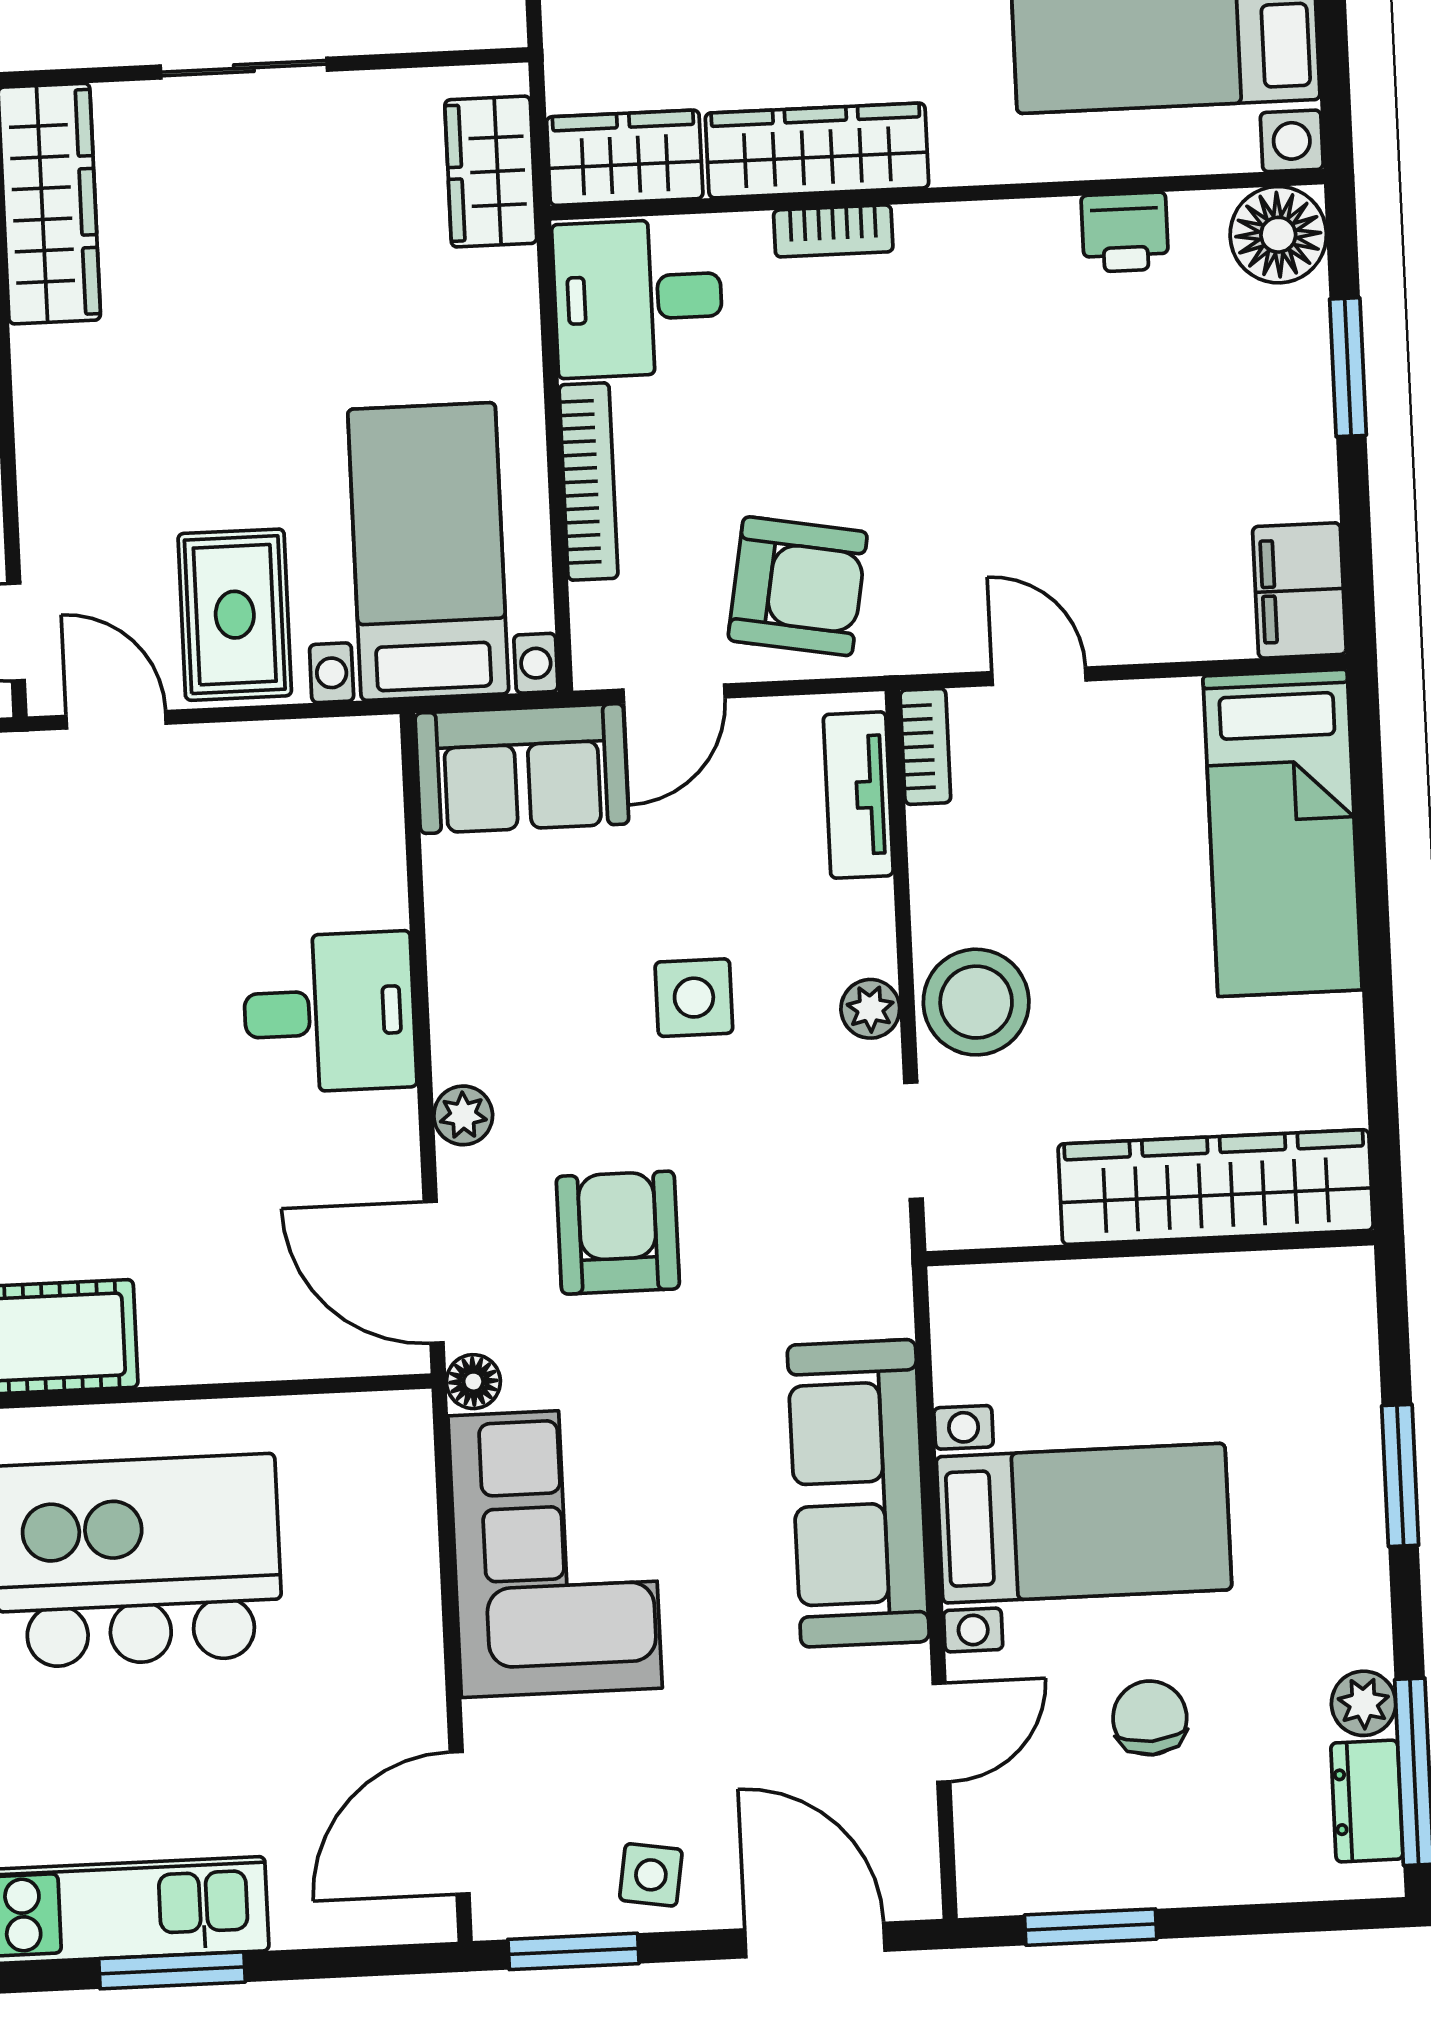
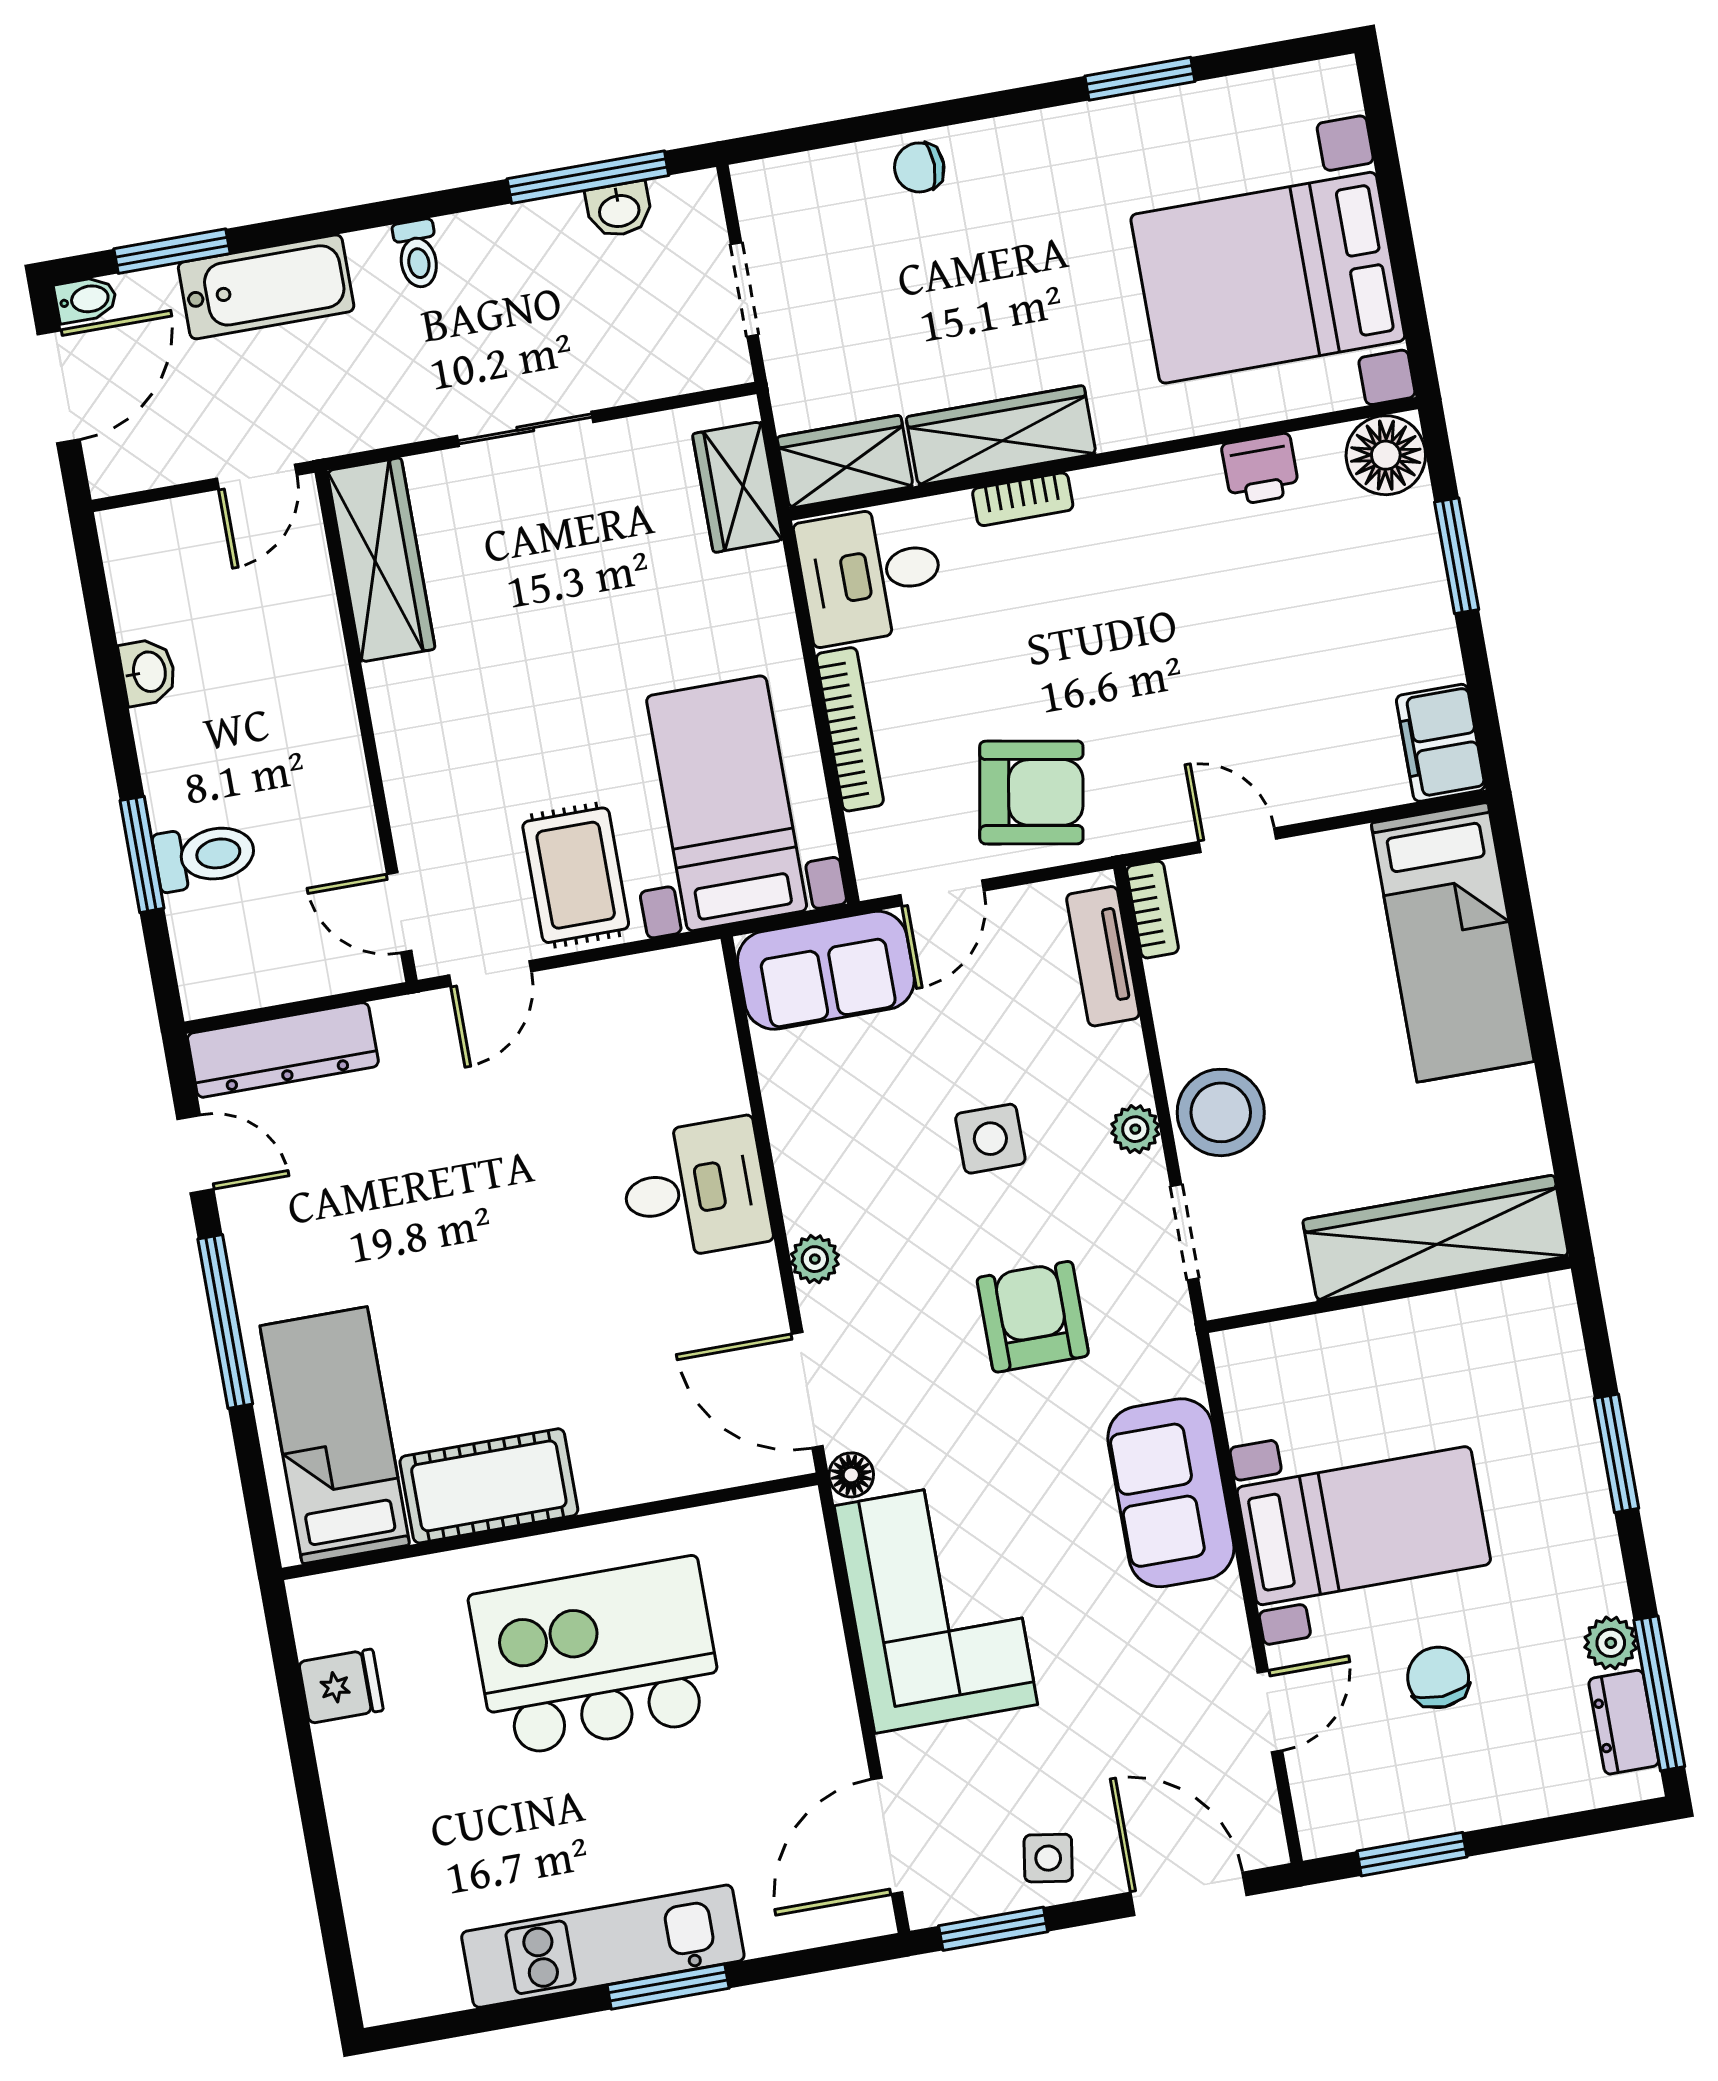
door: (116, 720) -> (490, 973), swing flipped
armchair: (618, 1233) -> (1033, 1317), moved
sofa: (858, 1493) -> (1171, 1493), width x0.73

